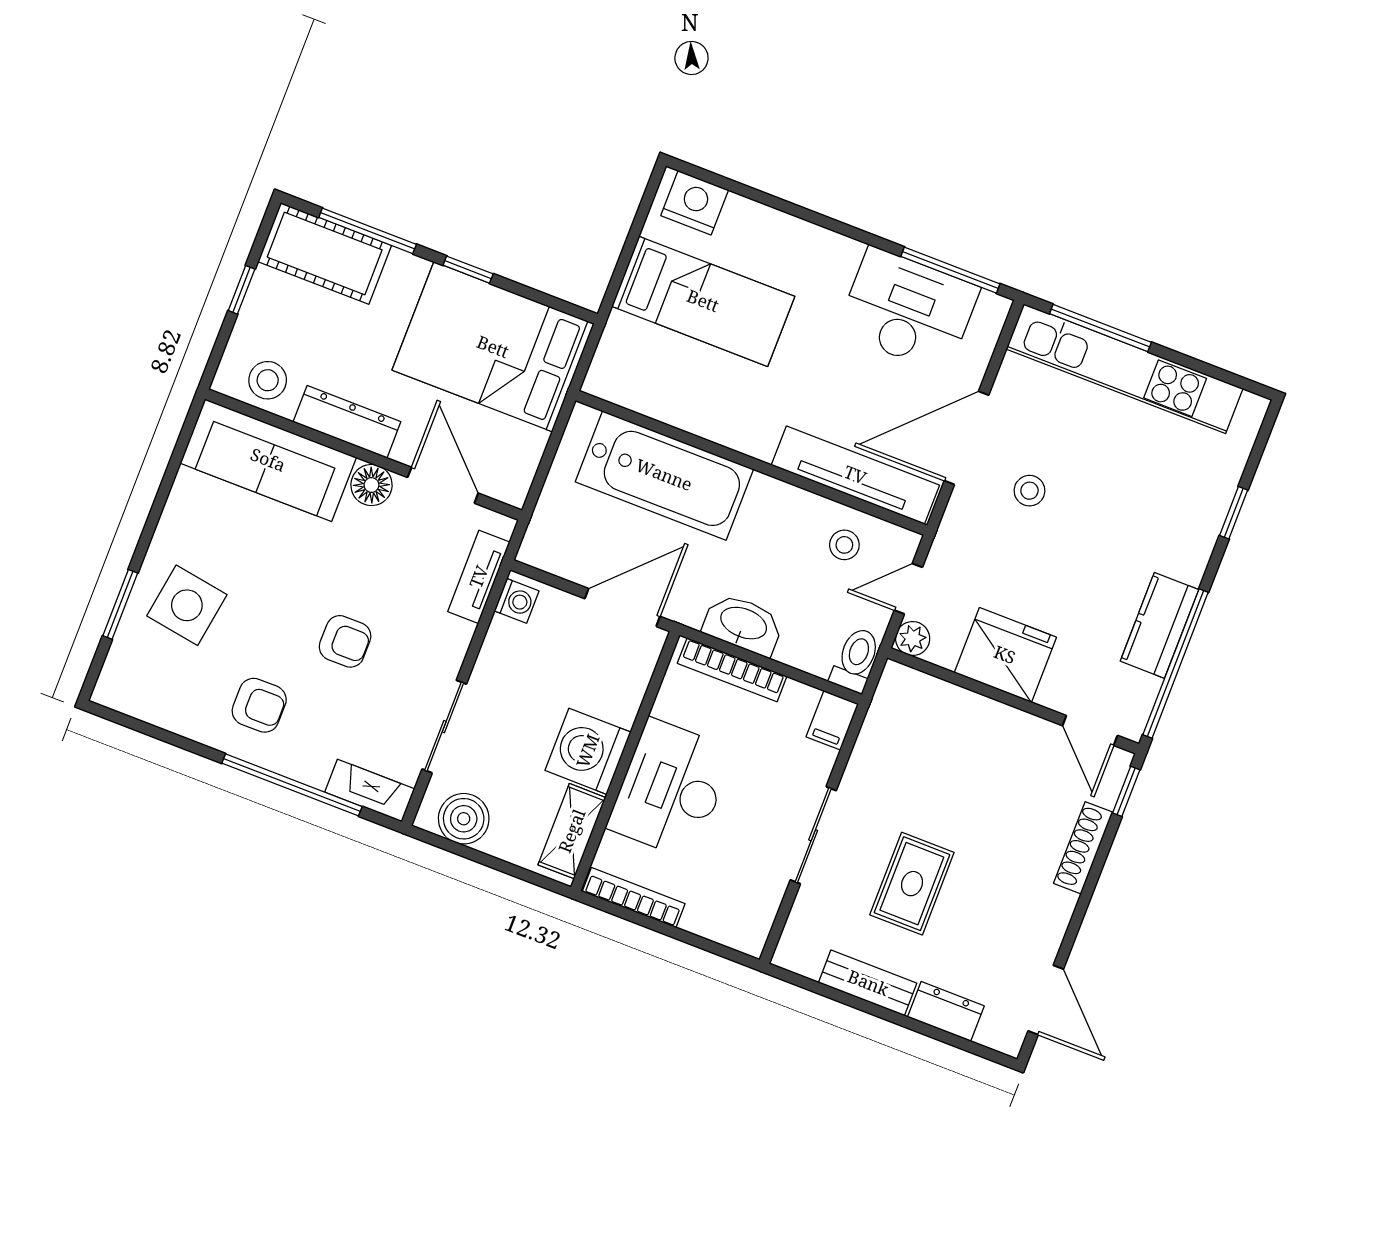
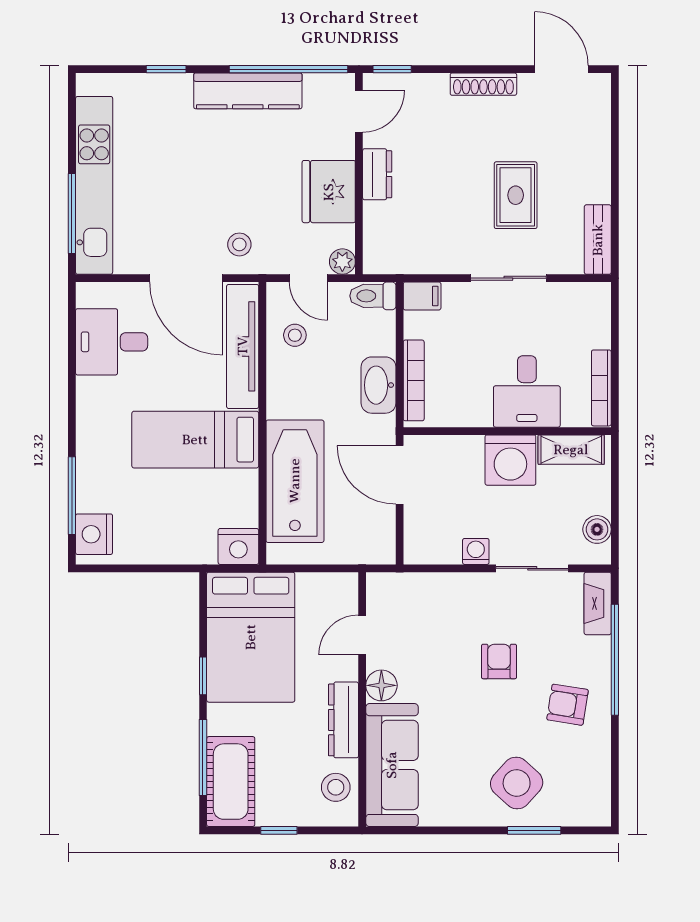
window: (950, 270) -> (72, 496), moved
bed: (703, 301) -> (195, 440), moved, turned -90
desk: (908, 310) -> (112, 342), width x0.73
nightstand: (611, 375) -> (238, 546), added
door: (443, 485) -> (362, 635), width x0.73
stool: (1029, 491) -> (239, 244), moved
tv unit: (479, 577) -> (417, 585), removed
washing machine: (517, 601) -> (476, 551), moved
side table: (187, 605) -> (517, 783), turned 33
kitchen counter: (1159, 625) -> (248, 91), width x1.50
armchair: (259, 705) -> (568, 705), turned -81
desk: (671, 789) -> (527, 391), width x0.73
boiler: (464, 819) -> (597, 529), width x0.73, depth x0.73
shoe rack: (1083, 848) -> (483, 84), moved
rug: (912, 884) -> (516, 195), turned 90
bench: (868, 983) -> (598, 240), moved
door: (1046, 1000) -> (561, 69), hinge flipped
dresser: (946, 1011) -> (377, 174), moved, turned 180

